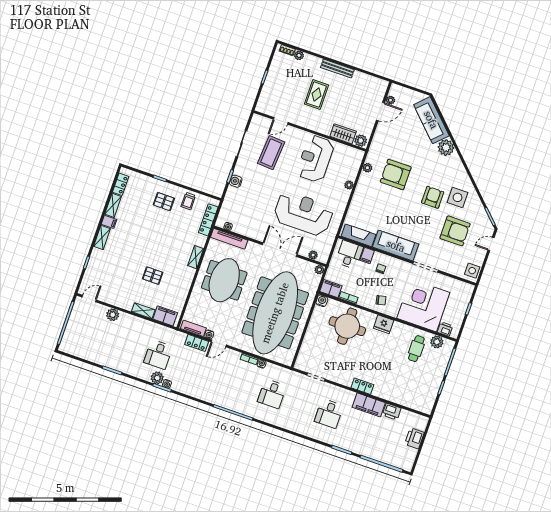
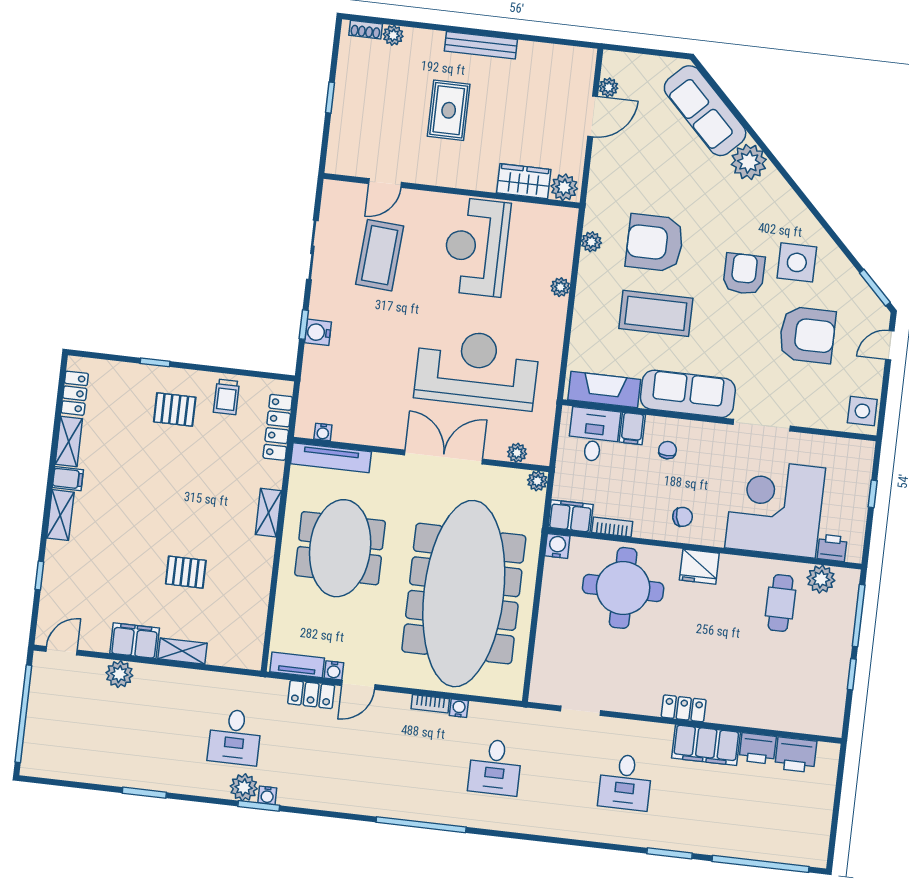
coffee table: (389, 206) -> (656, 313), added
filing cabinet: (165, 316) -> (135, 641), moved
printer: (414, 438) -> (796, 755), moved, turned -90

